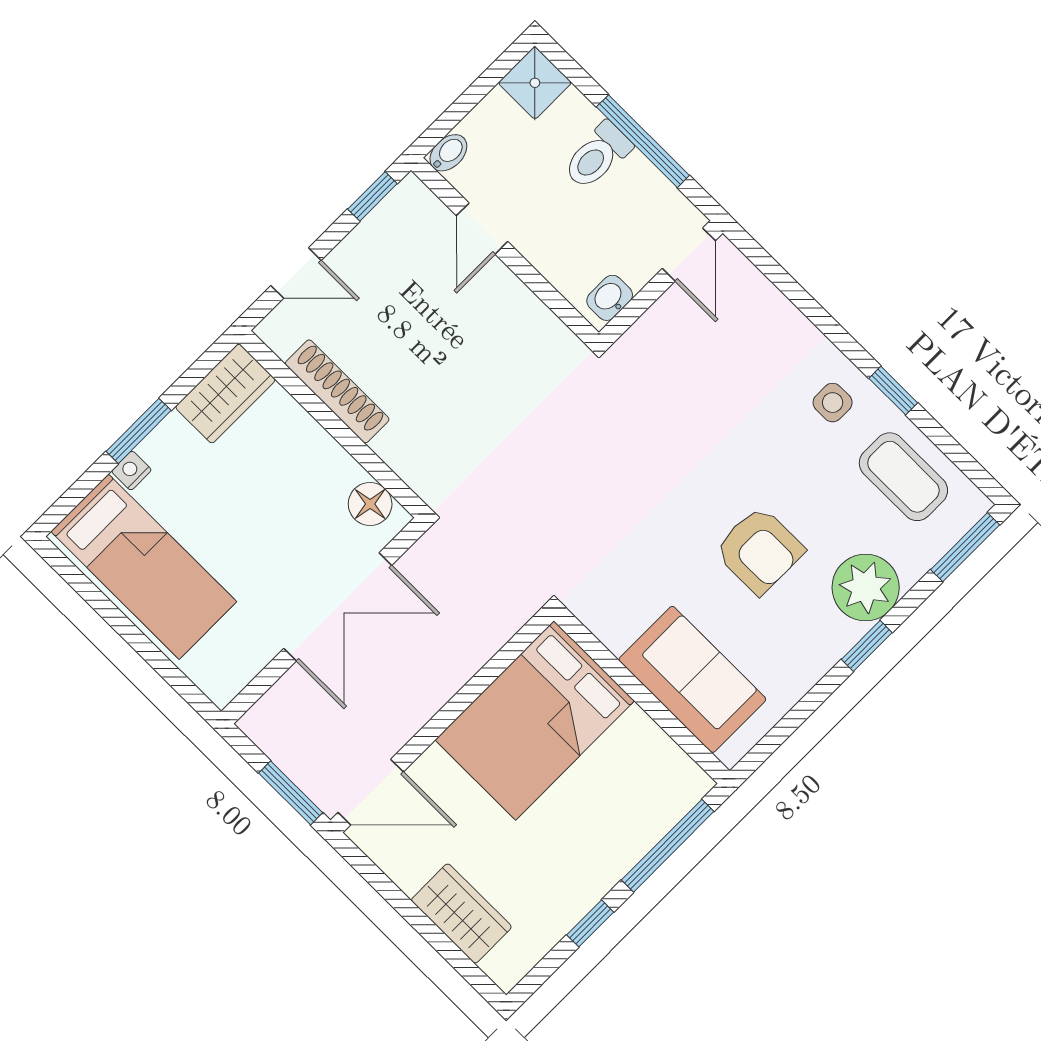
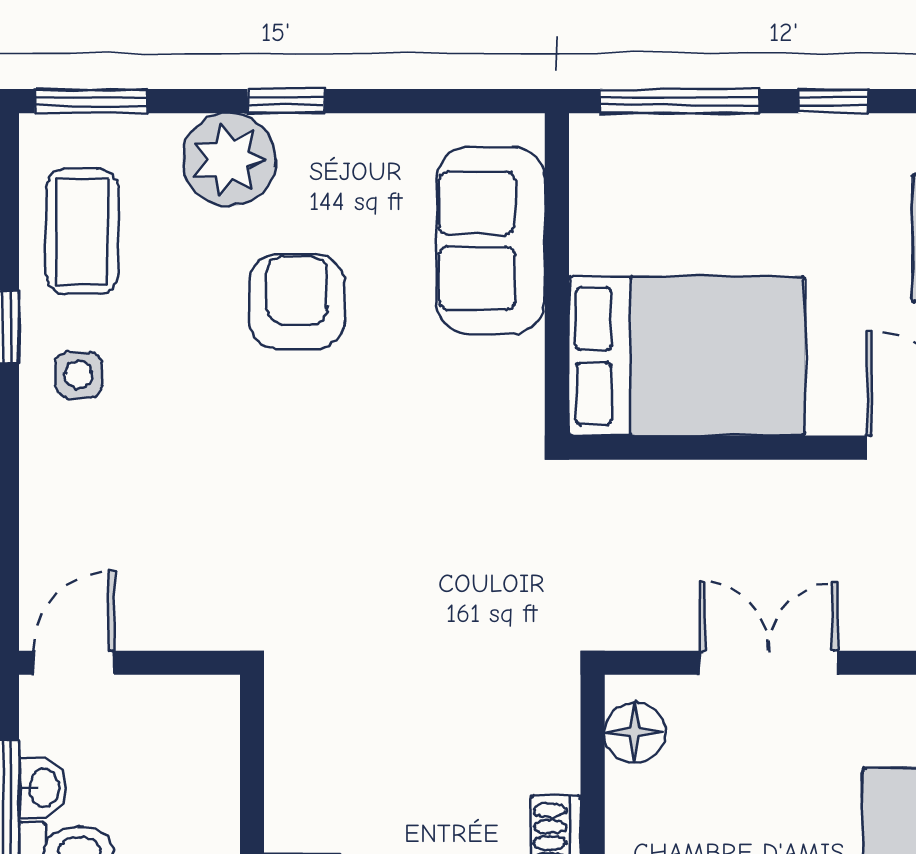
washbasin: (610, 298) -> (43, 788), moved, turned -90
double door: (338, 607) -> (769, 663), width x0.73

